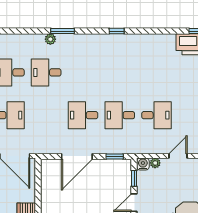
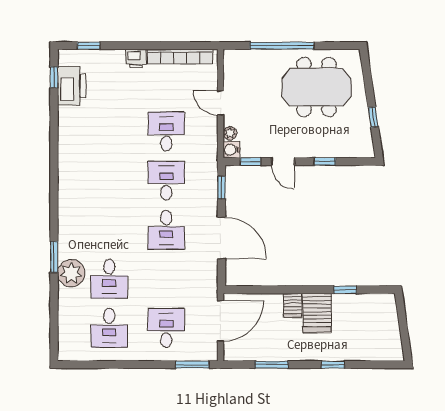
window: (117, 31) -> (54, 185), removed
plant: (50, 39) -> (71, 273), width x1.88, depth x1.88
desk: (120, 115) -> (166, 181), turned 180

